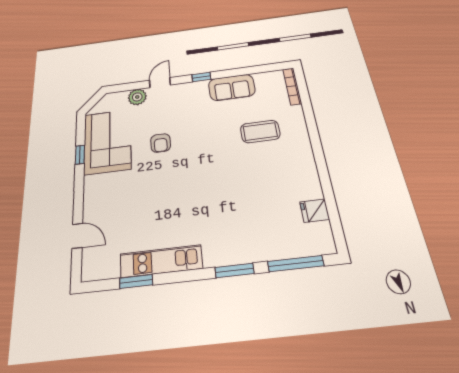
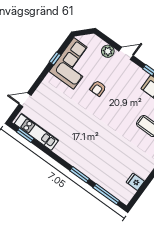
door: (77, 236) -> (25, 100), swing flipped
kitchen unit: (161, 261) -> (36, 132), moved
window: (136, 281) -> (25, 135), moved

